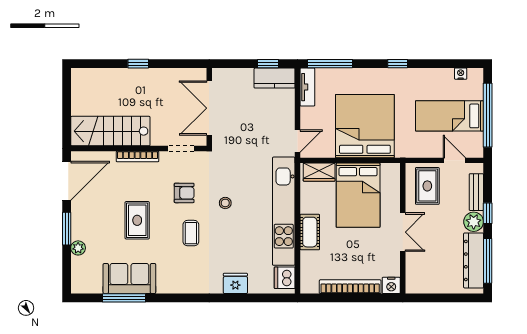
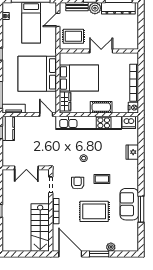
double door: (209, 108) -> (26, 168), width x0.73
rug: (137, 220) -> (94, 211), width x1.36, depth x1.43
sofa: (129, 278) -> (129, 204), moved
nightstand: (391, 285) -> (133, 108), moved
window: (124, 298) -> (141, 209), moved

